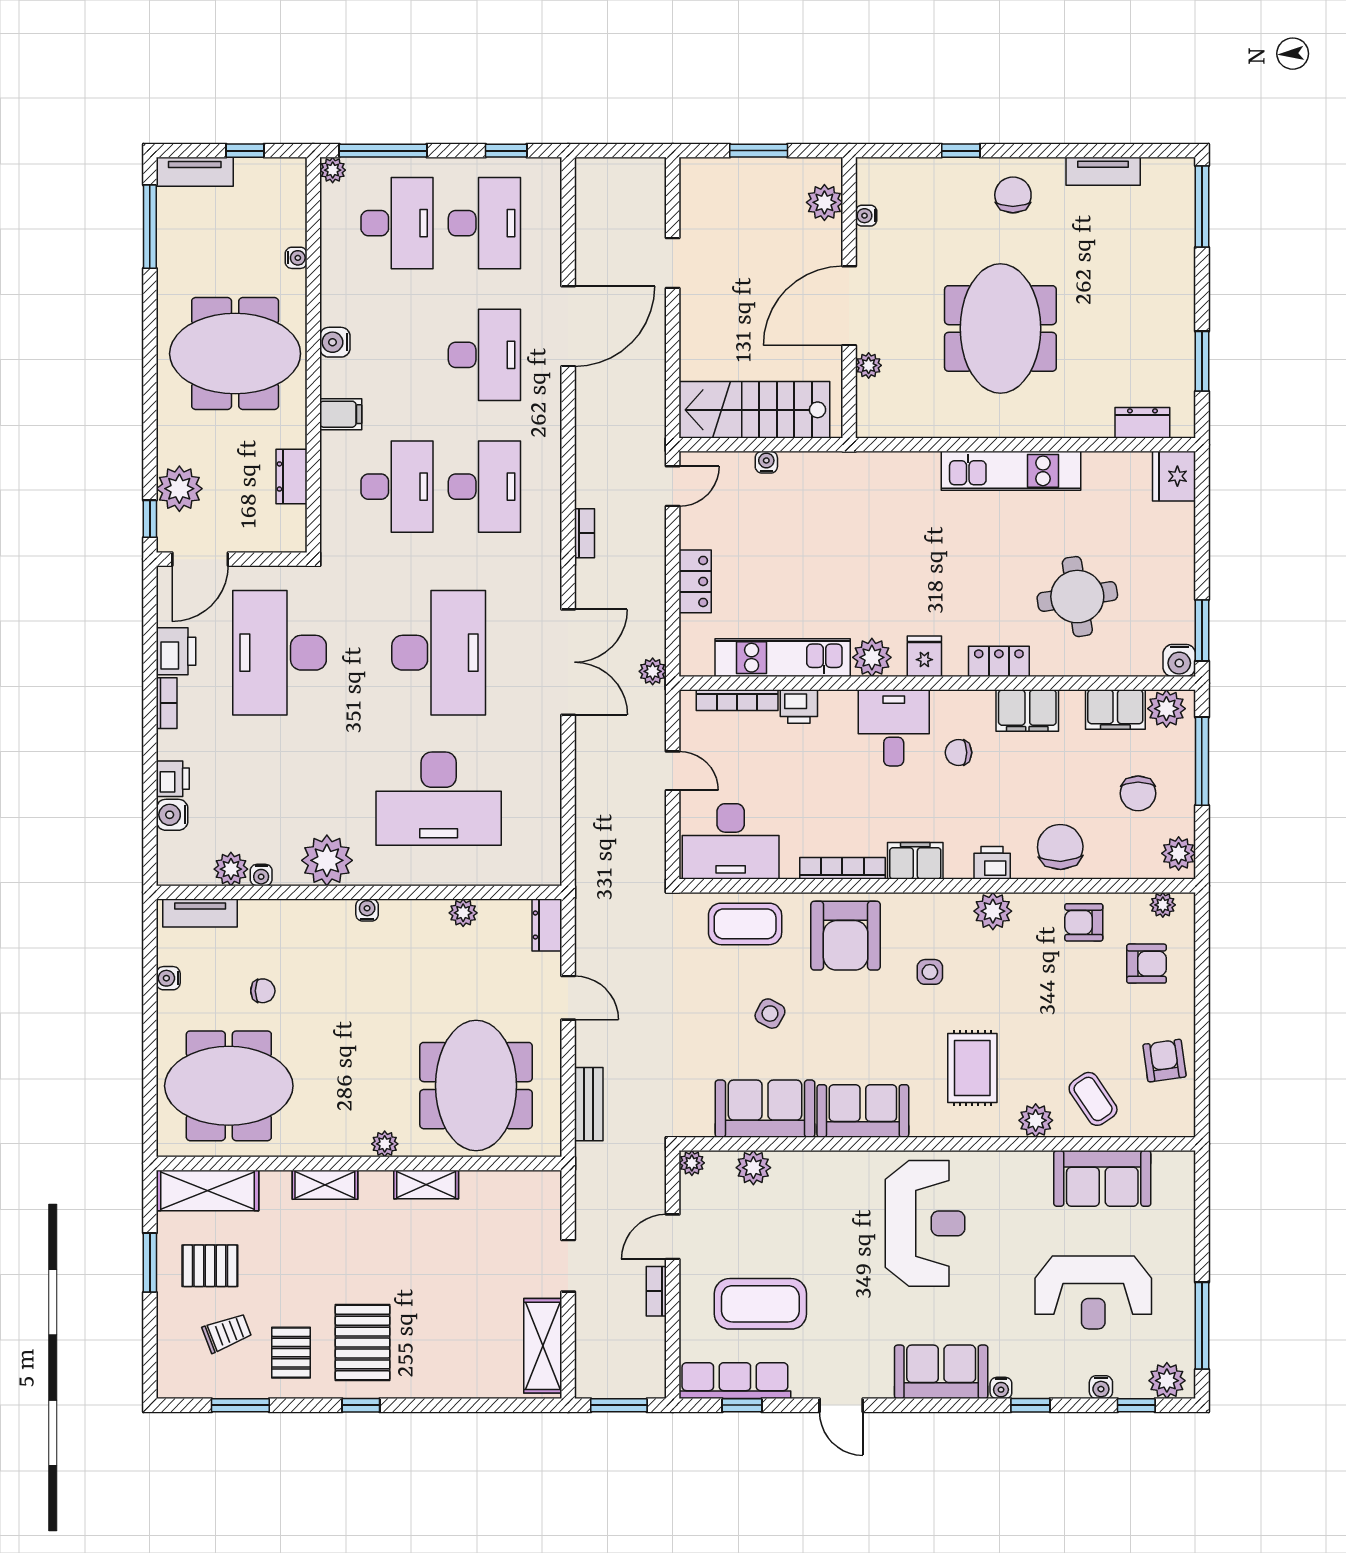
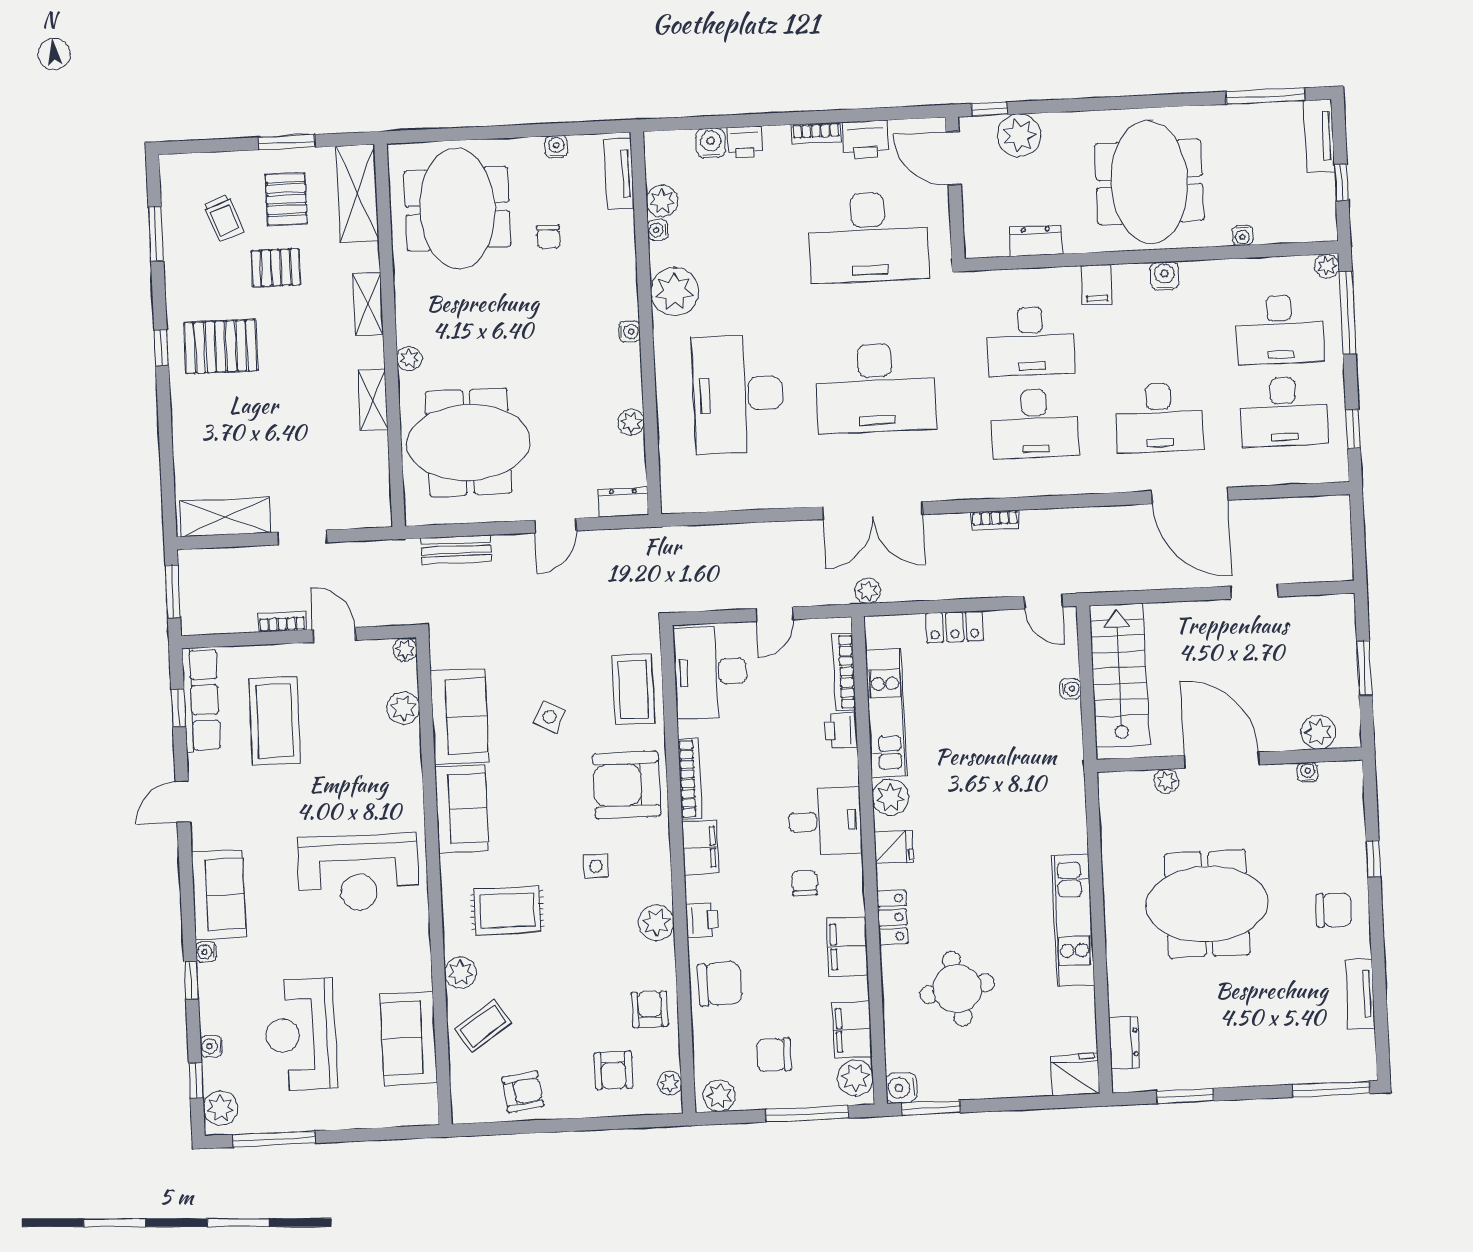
desk: (279, 653) -> (869, 237), turned 180
pallet: (291, 1353) -> (276, 268), moved

